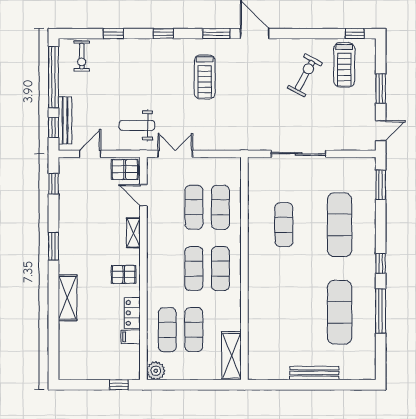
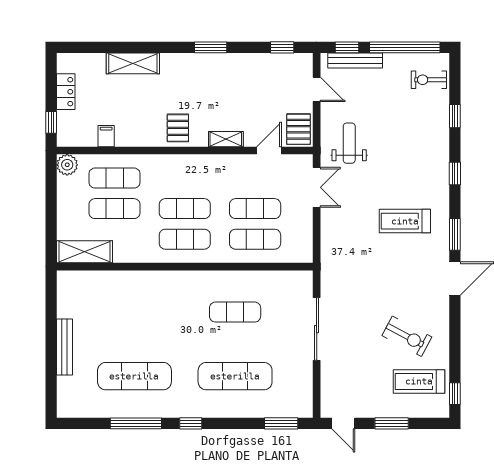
shelving: (68, 298) -> (133, 63), moved
locker: (132, 313) -> (66, 92), moved, turned 90

